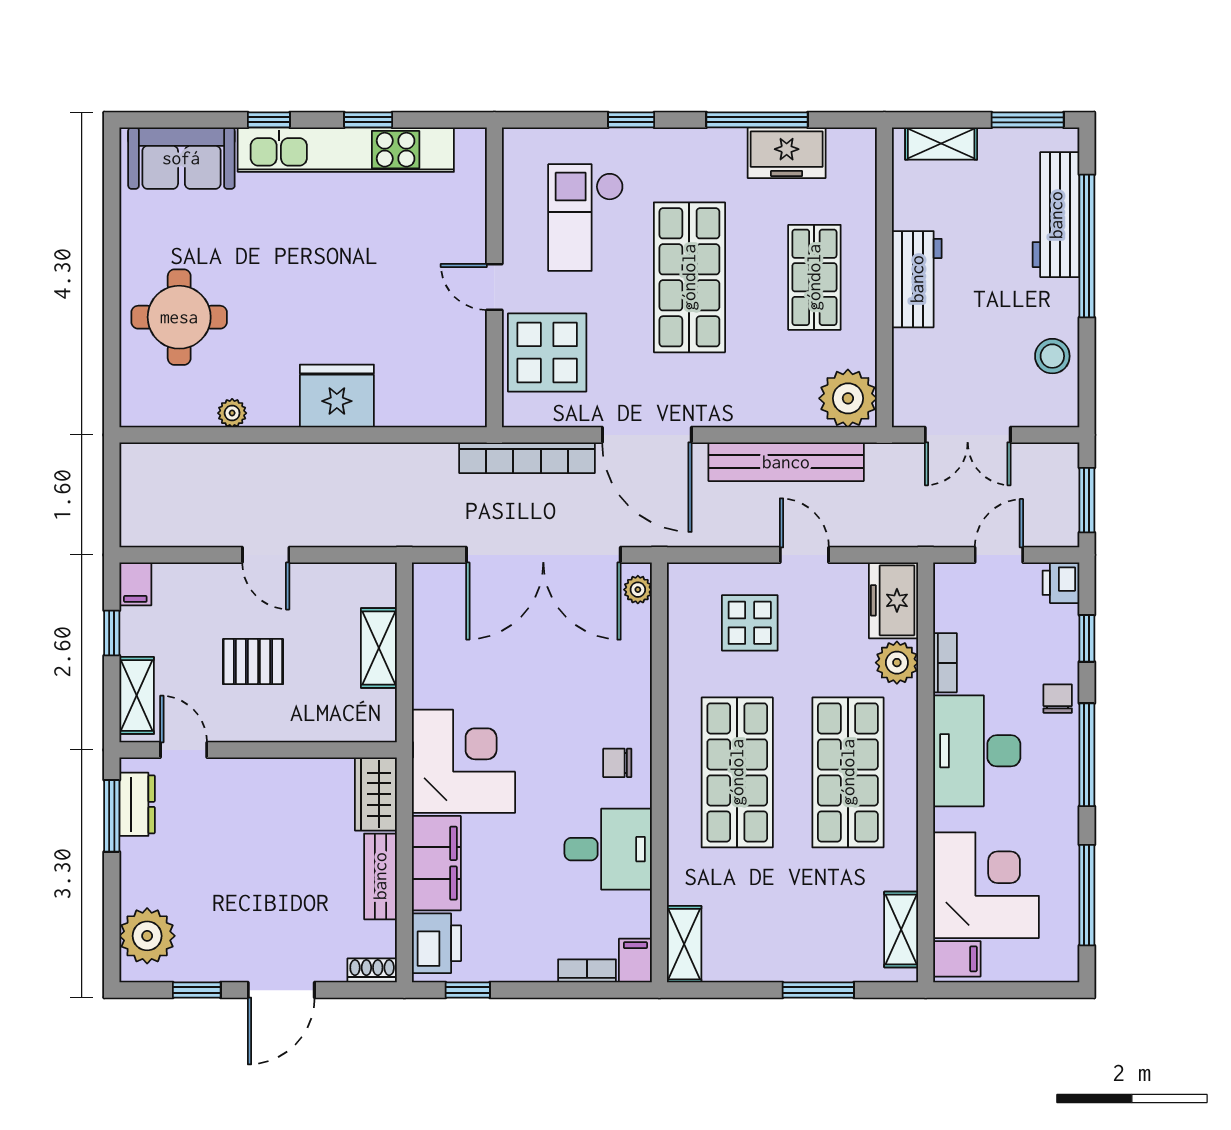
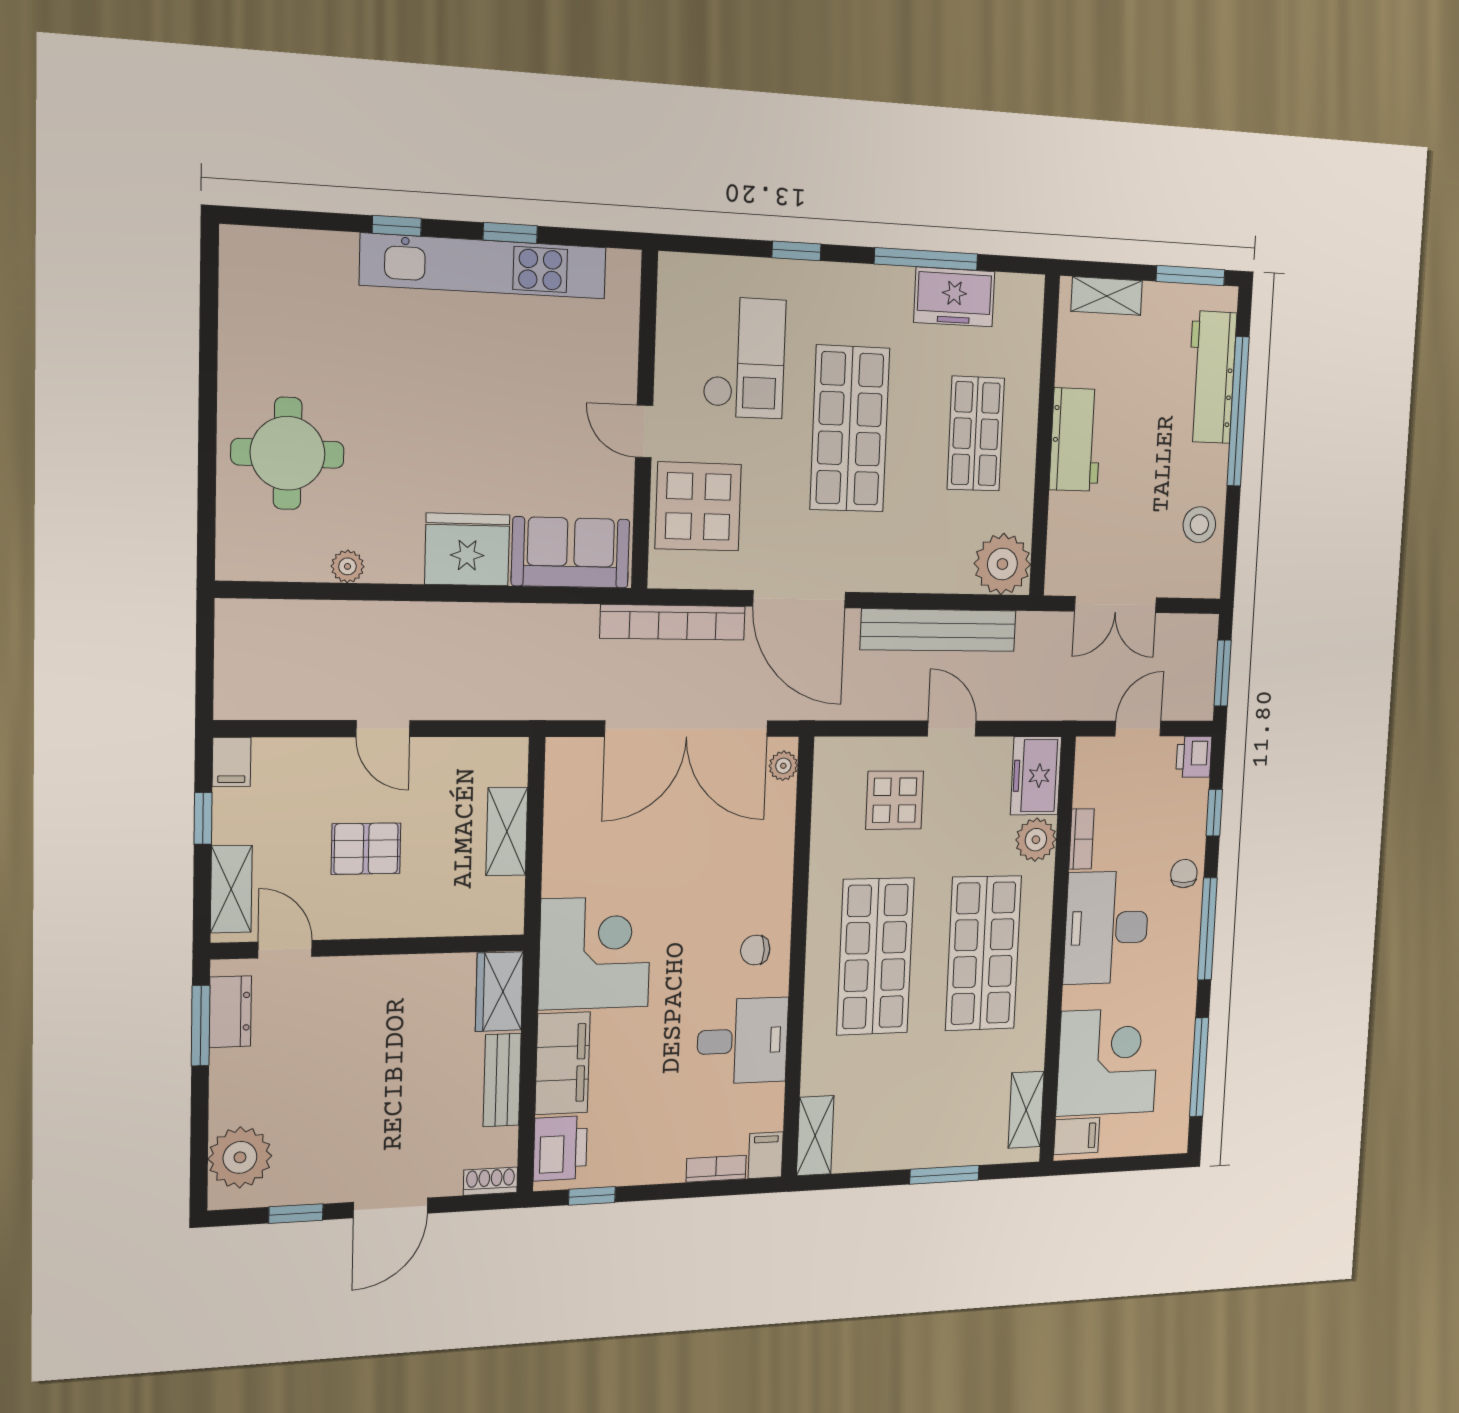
sofa: (181, 158) -> (571, 552), moved, turned 180
checkout: (586, 218) -> (744, 358), turned 180

